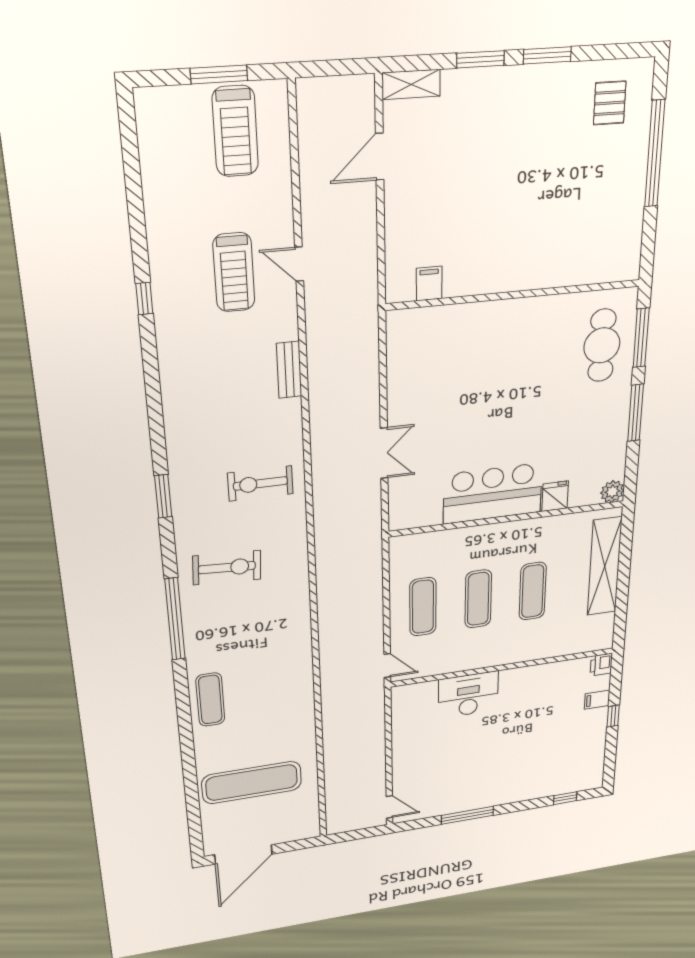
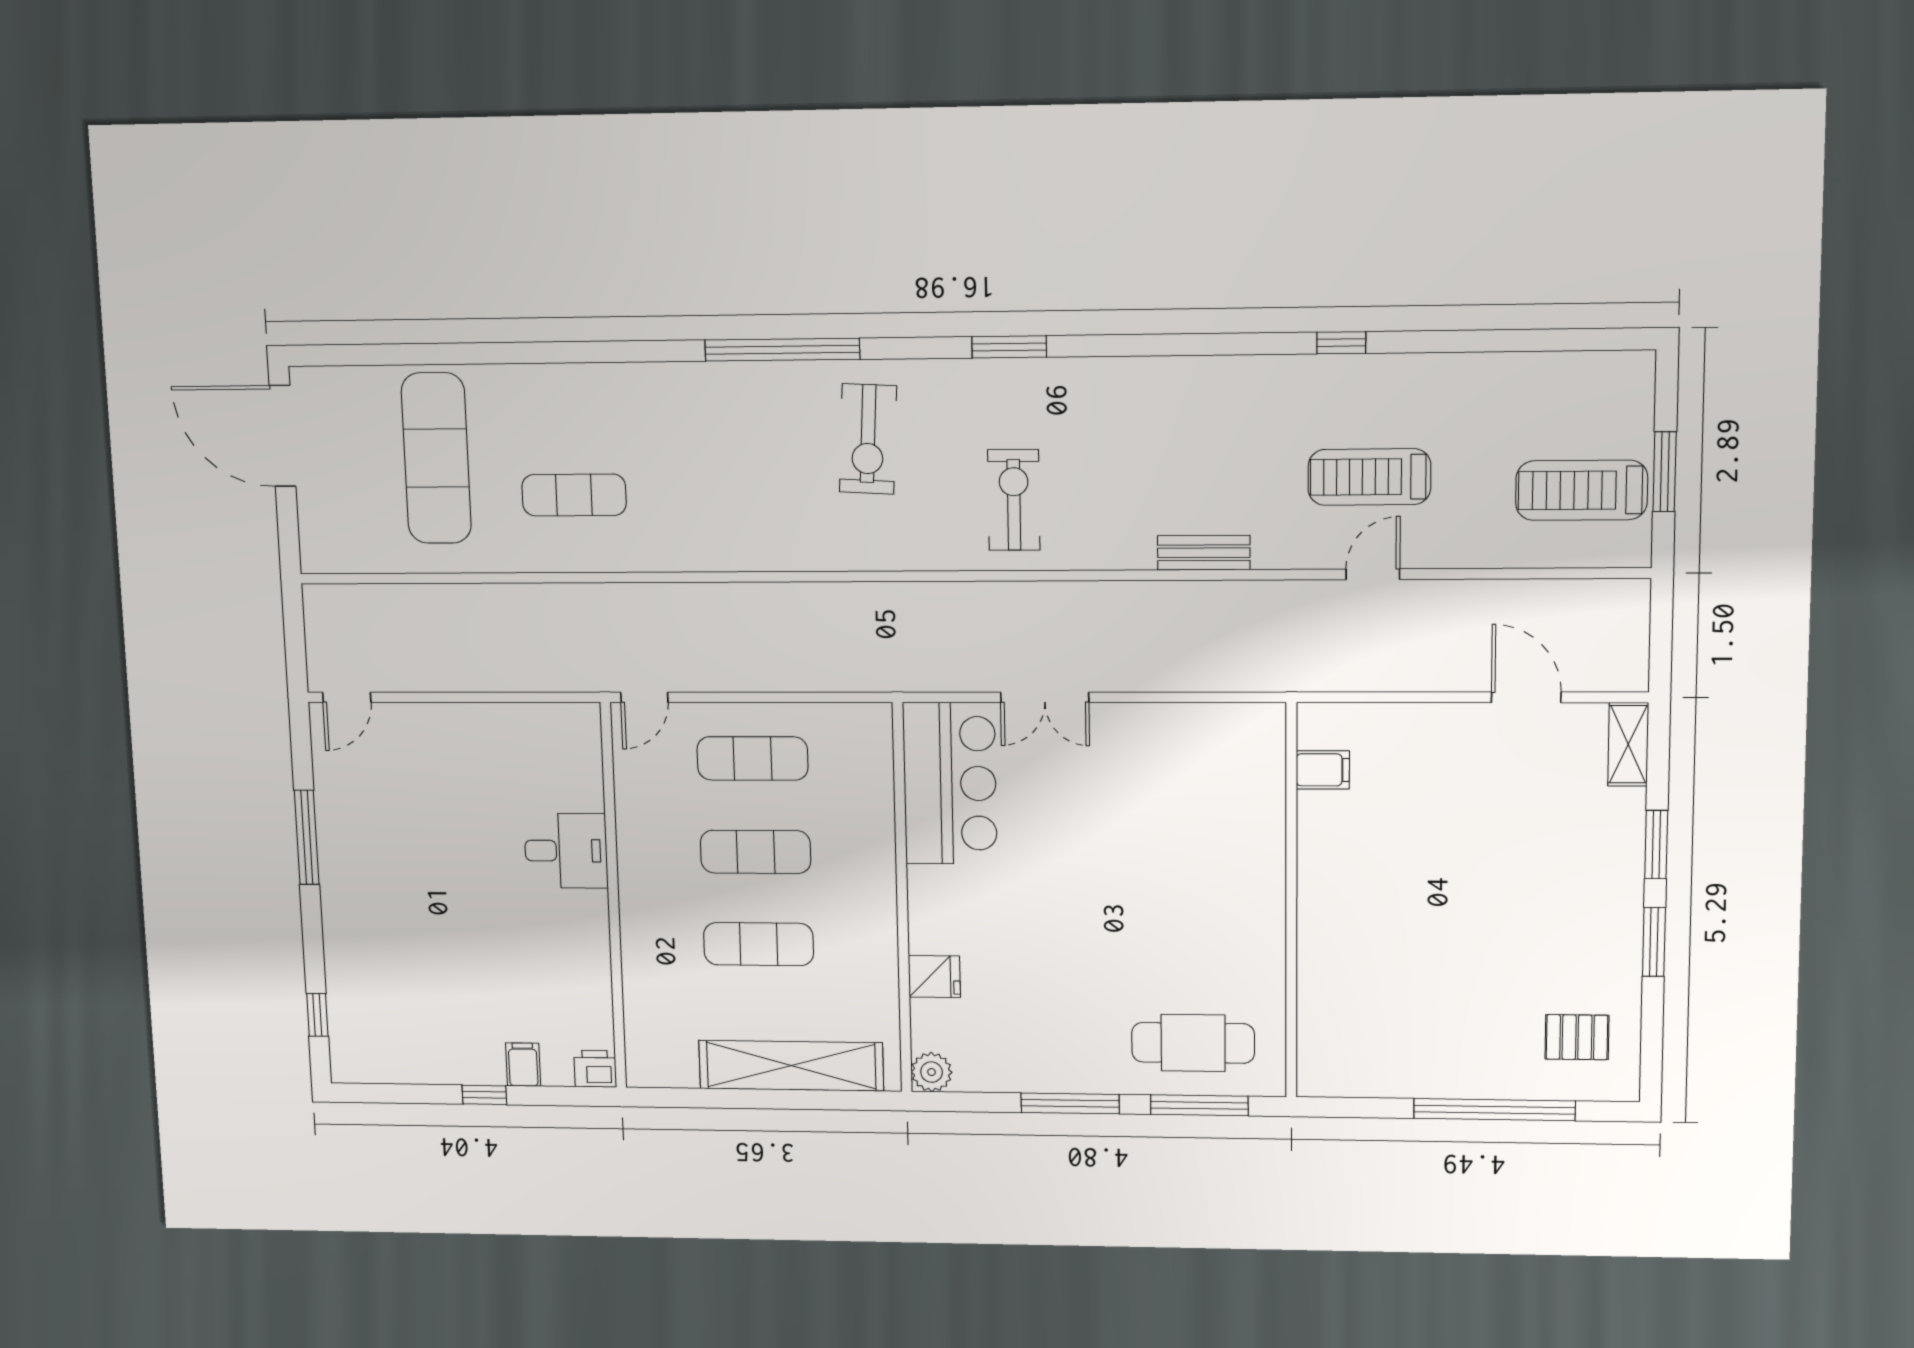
bar counter: (493, 493) -> (950, 783), moved
desk: (468, 695) -> (566, 851), width x0.73
exercise mat: (210, 700) -> (574, 495), moved

